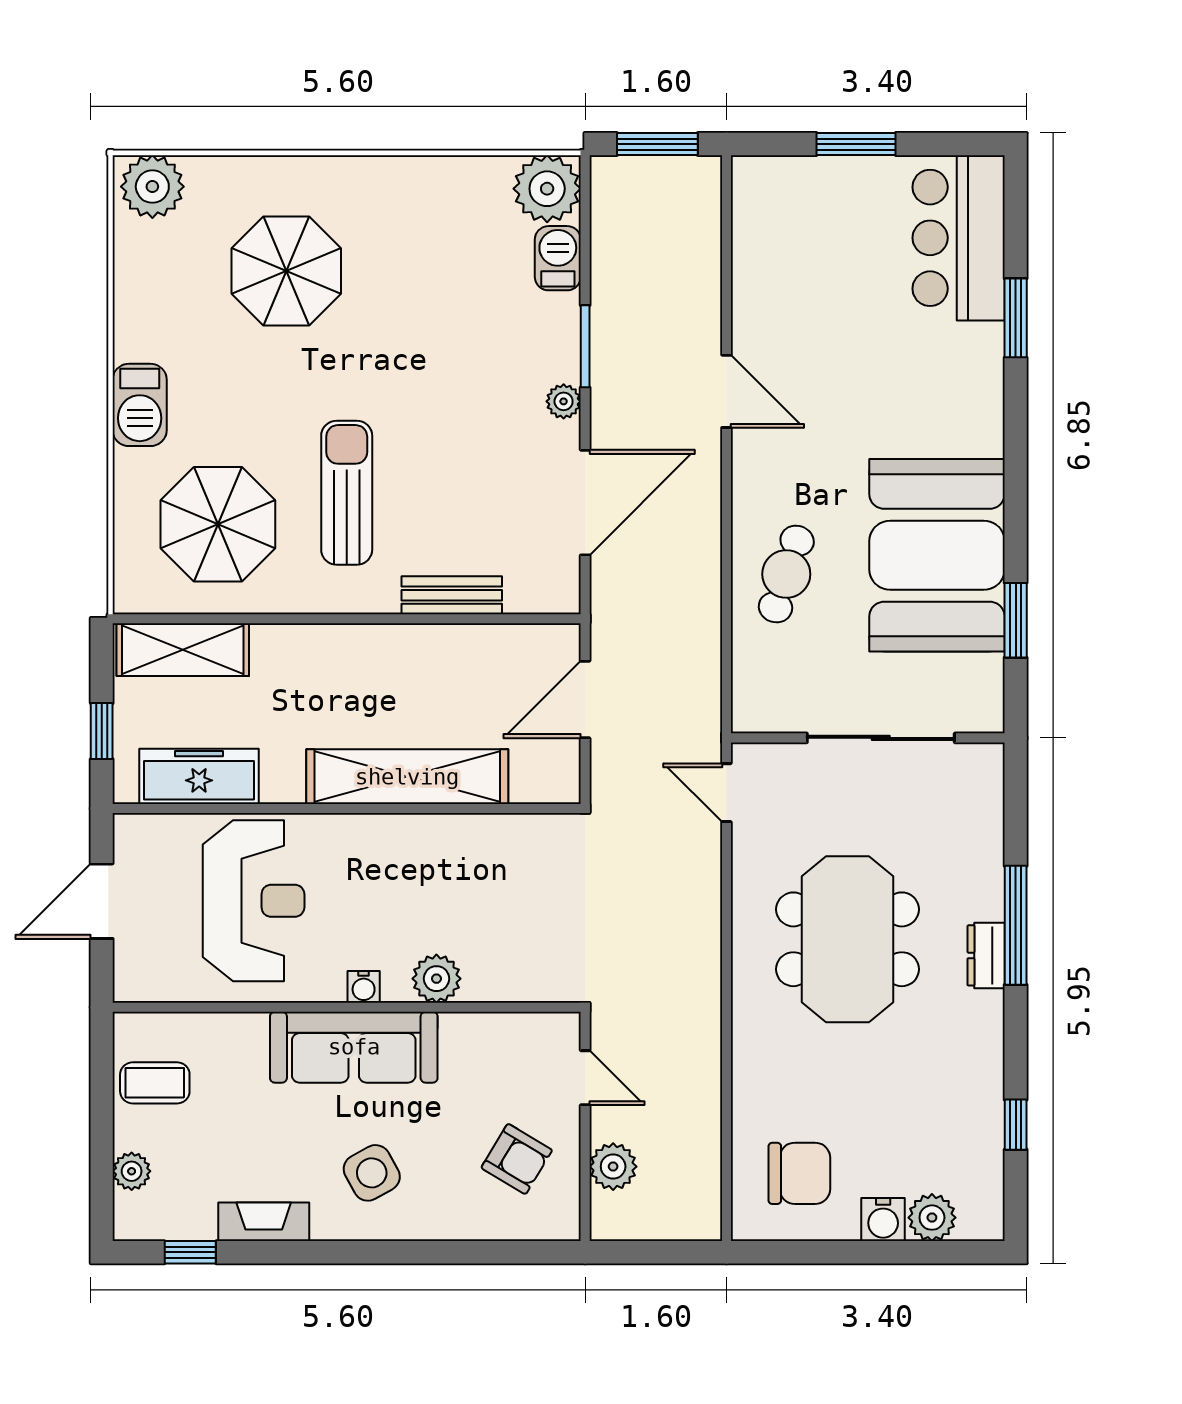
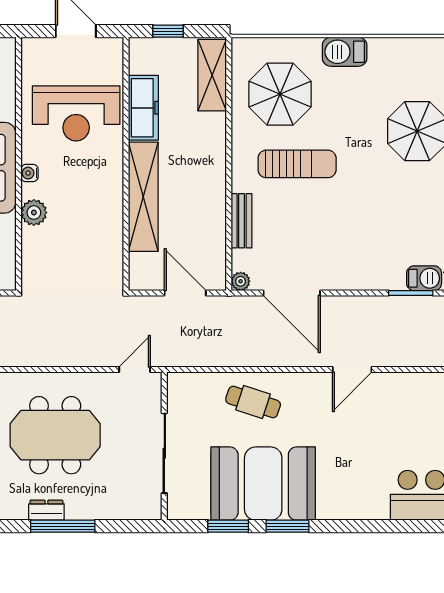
window: (1016, 318) -> (288, 526), moved
window: (585, 346) -> (411, 293), moved
plant: (564, 401) -> (241, 281), moved
freezer: (199, 776) -> (143, 108), moved

